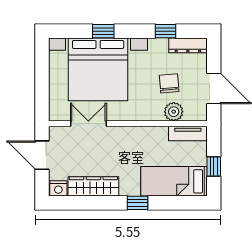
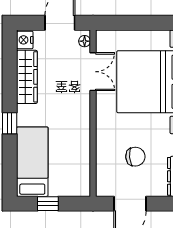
plant: (174, 112) -> (106, 161), removed
floor lamp: (59, 132) -> (85, 41), added
tv unit: (188, 133) -> (83, 176), removed

